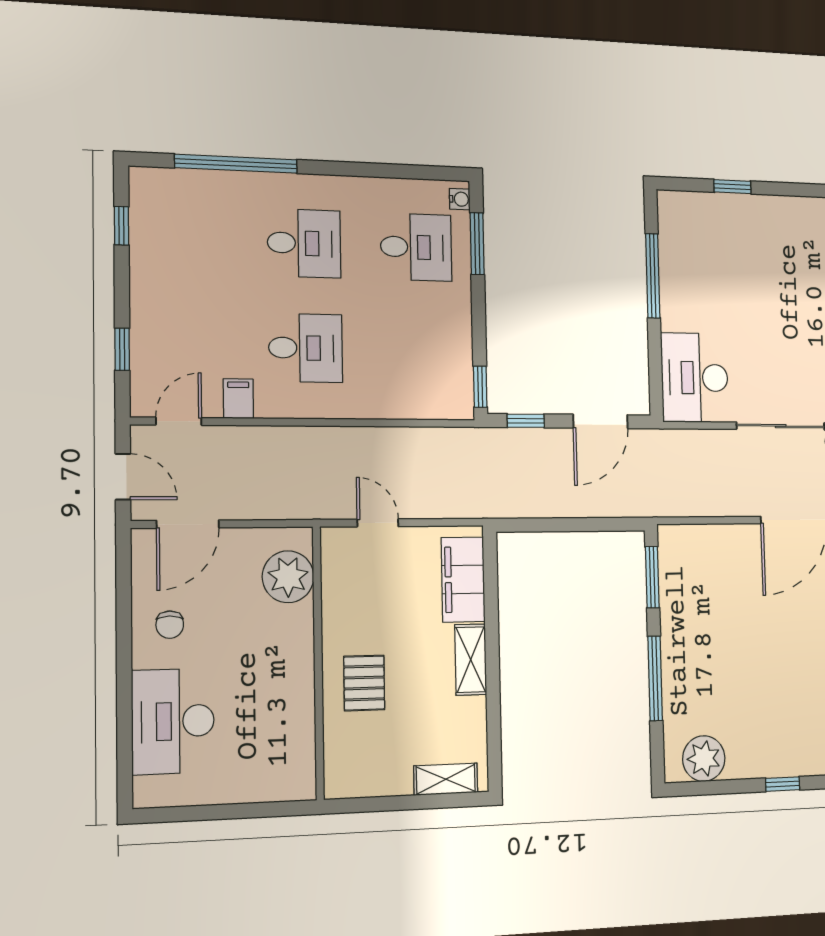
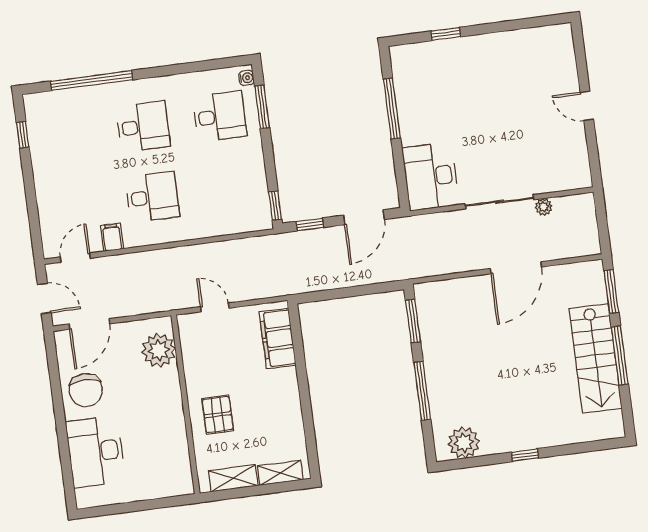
window: (122, 349) -> (33, 216), removed
chair: (170, 625) -> (86, 390), width x1.87, depth x1.87
shelving: (471, 660) -> (233, 478), moved, turned 90

